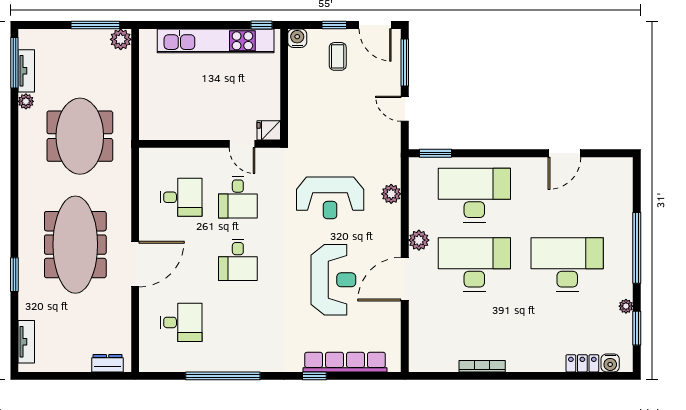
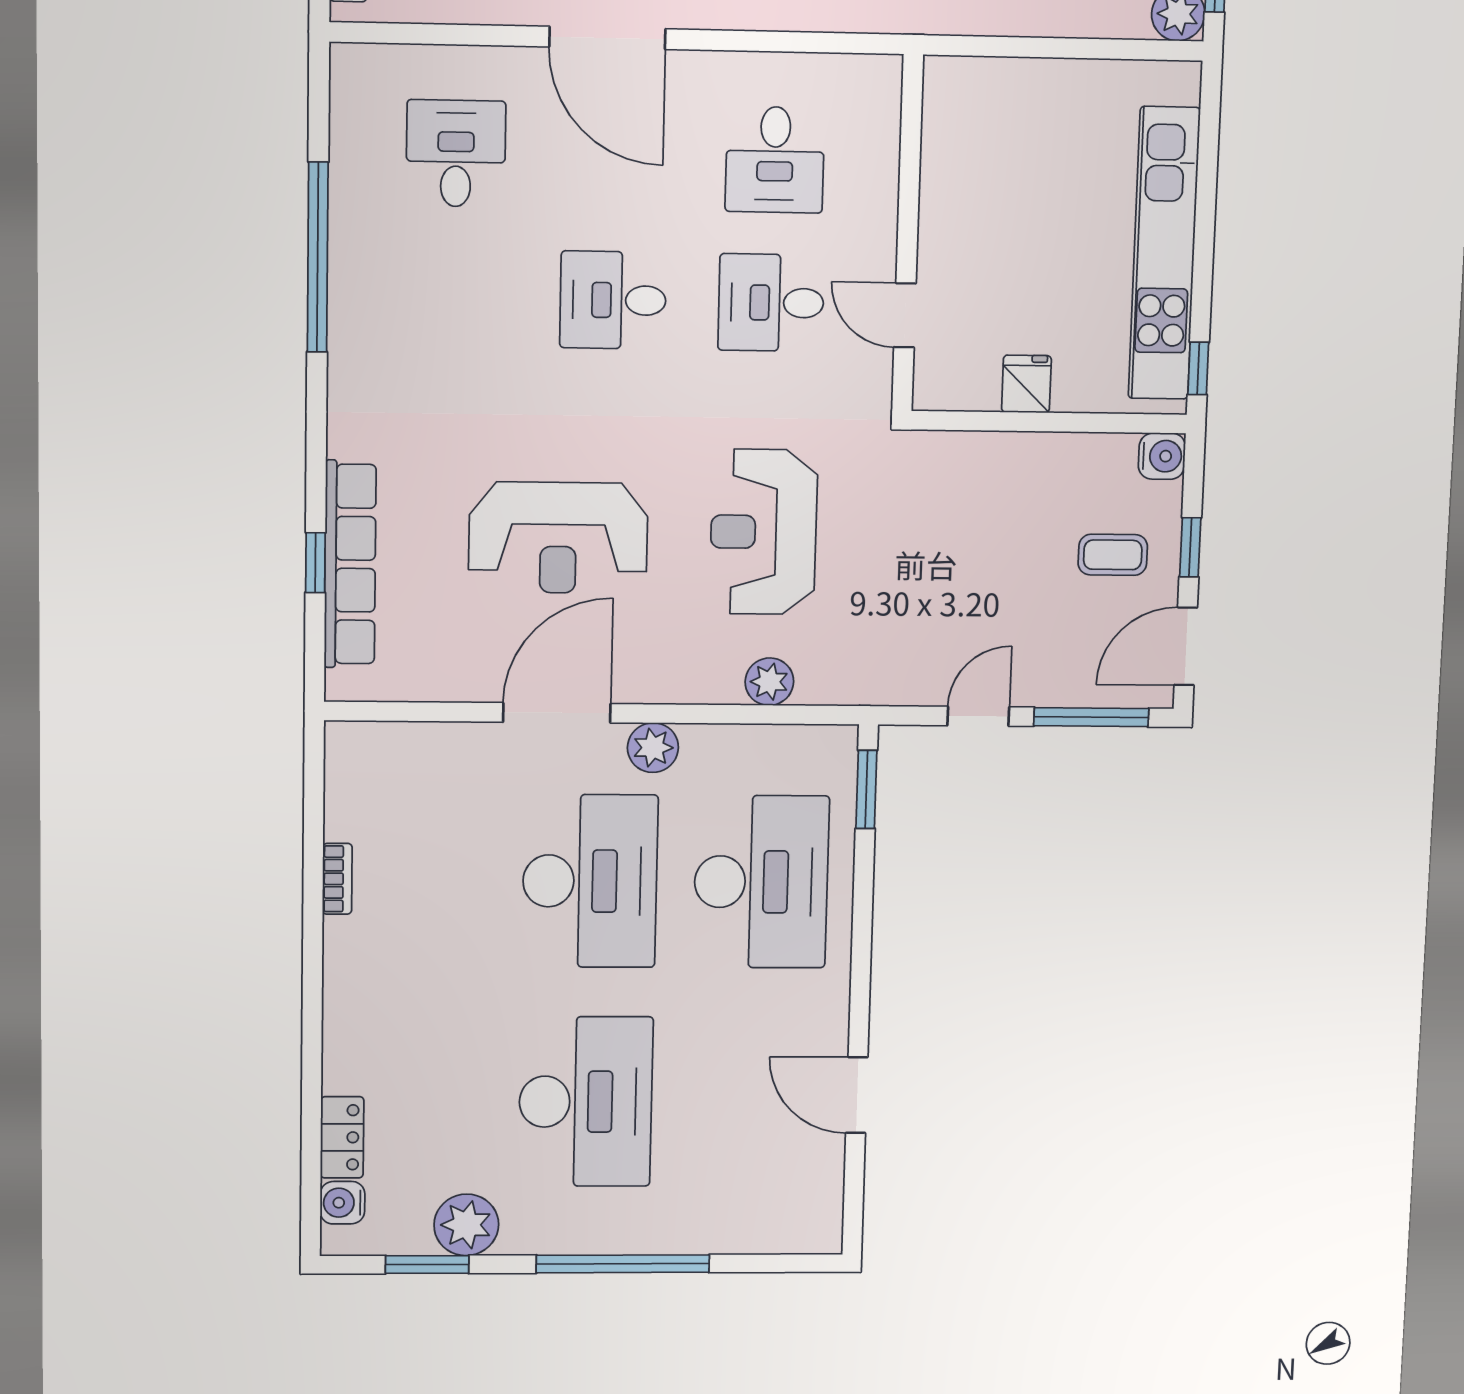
fridge: (269, 130) -> (1026, 384), moved
door: (242, 144) -> (905, 315), hinge flipped
door: (405, 279) -> (557, 713), hinge flipped
plant: (626, 306) -> (466, 1225), width x1.88, depth x1.88
desk: (181, 322) -> (456, 153), turned 180
bookcase: (482, 366) -> (337, 879), width x0.64
window: (314, 376) -> (315, 563), moved

